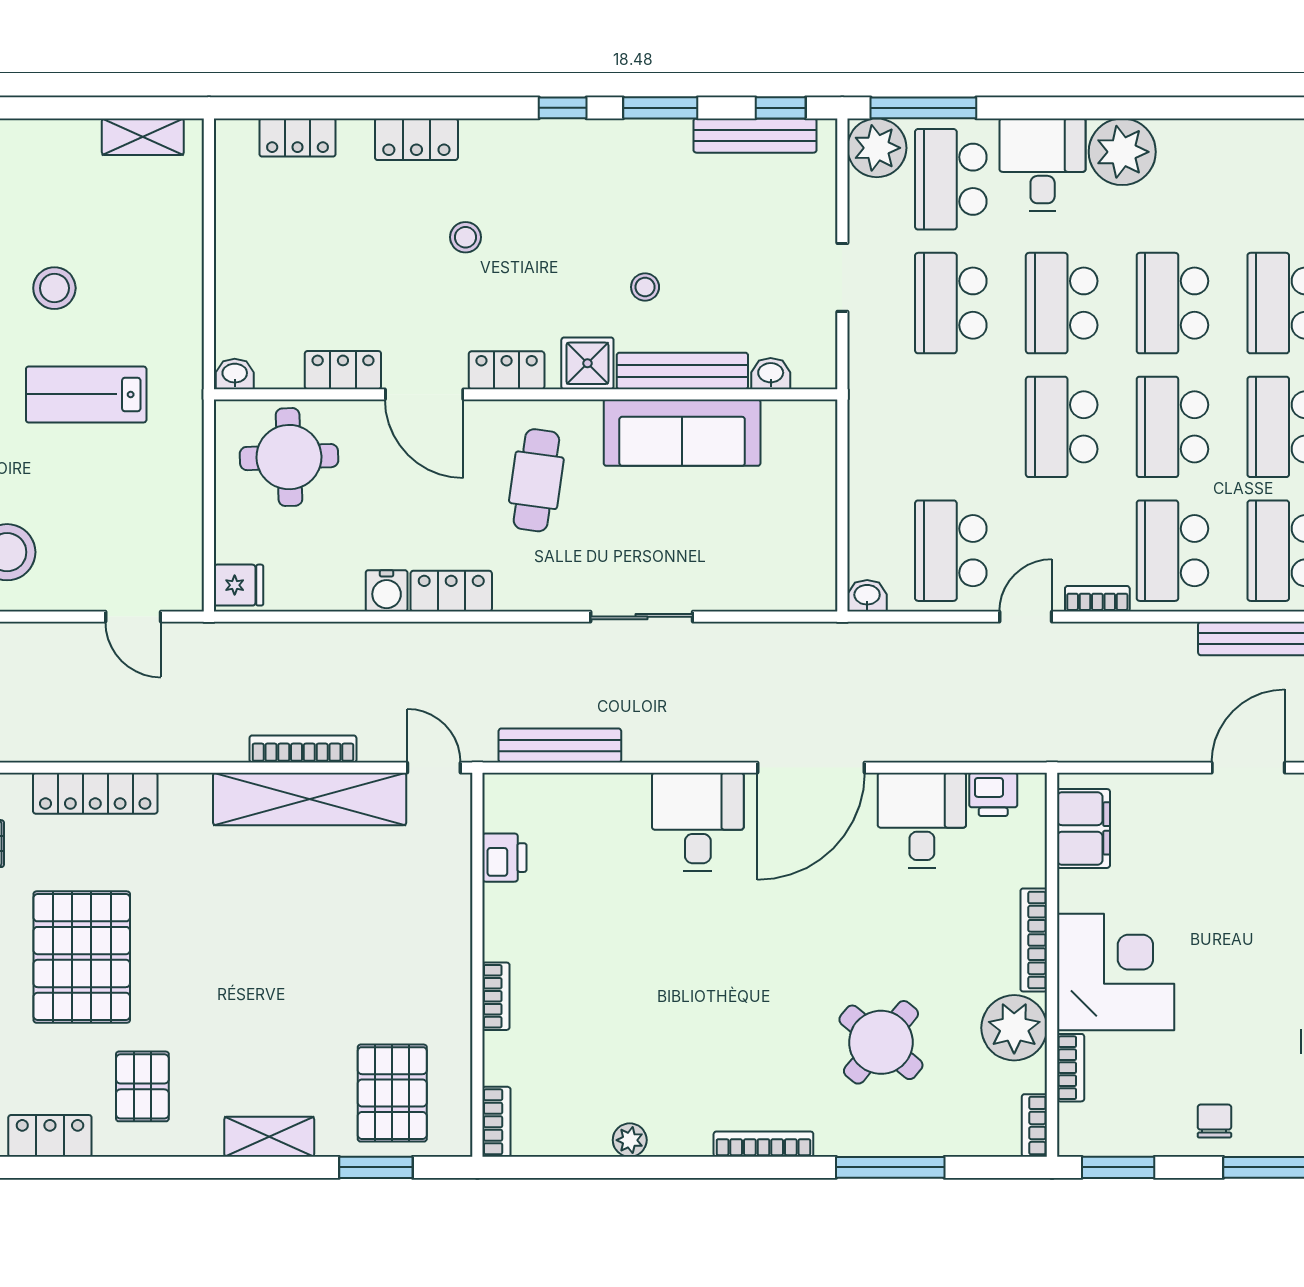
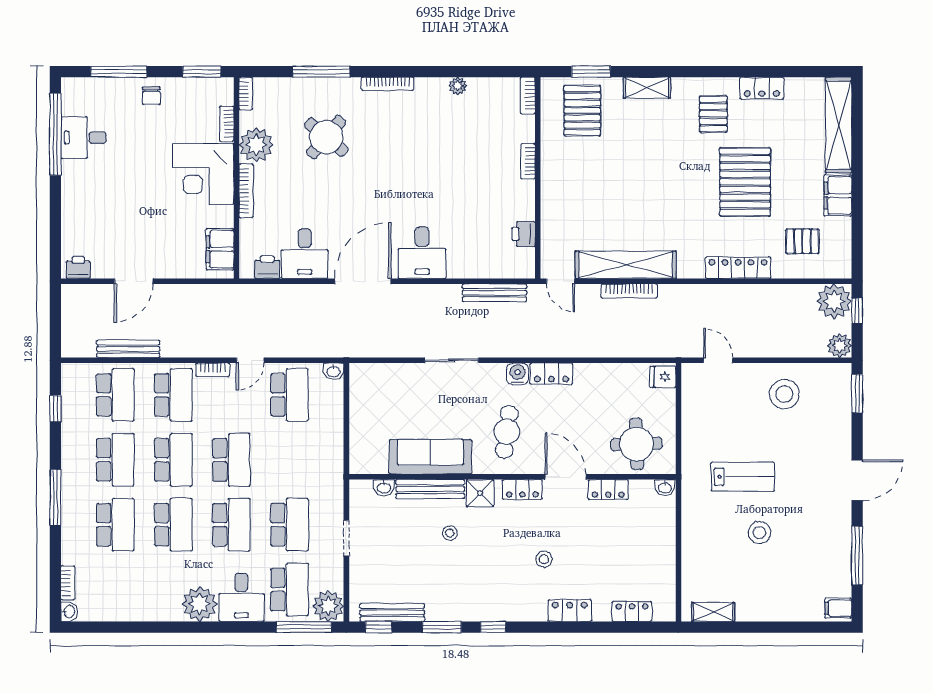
water cooler: (387, 591) -> (517, 374), moved

